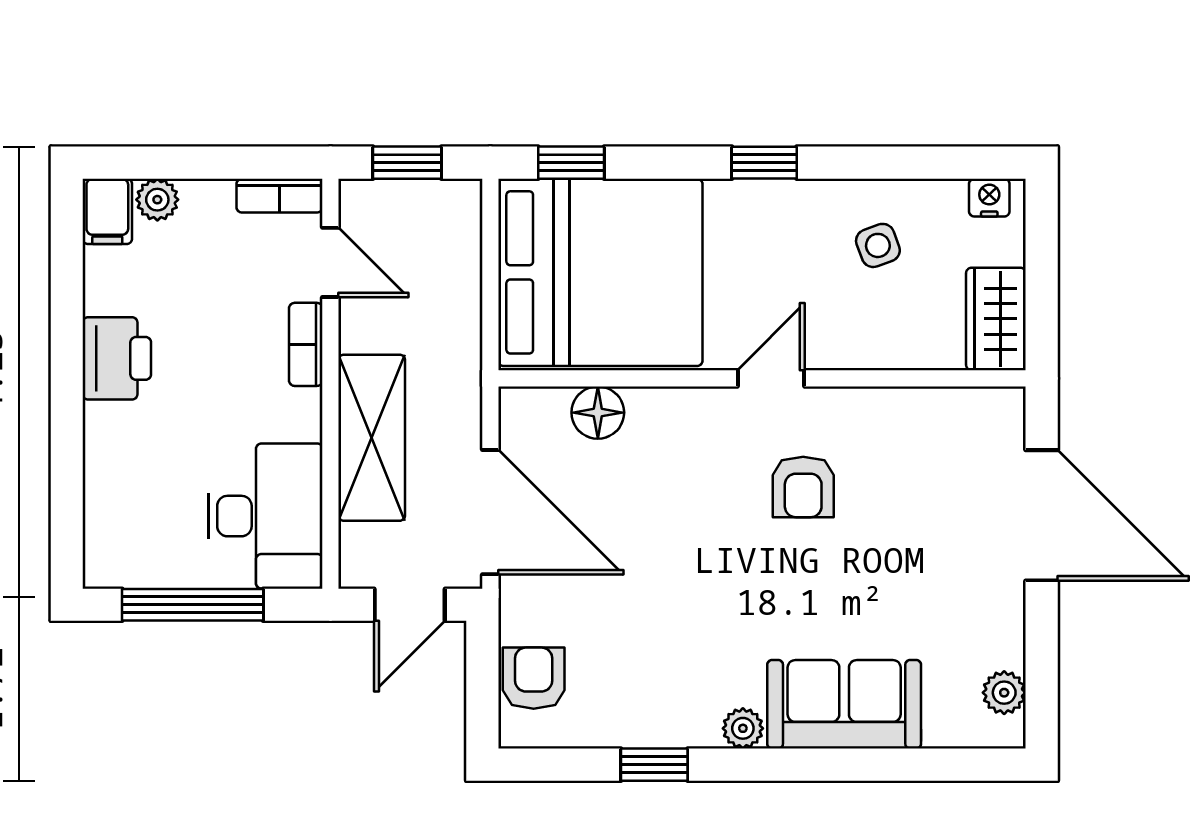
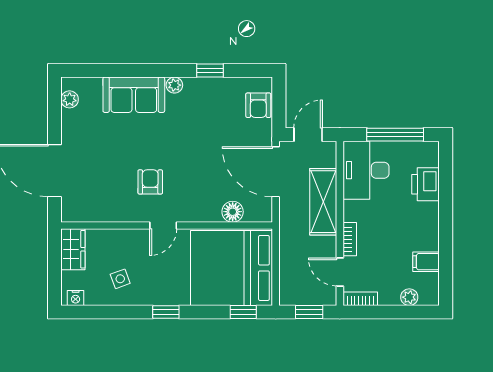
filing cabinet: (107, 211) -> (426, 262), moved, turned -90
printer: (117, 358) -> (426, 184), moved

